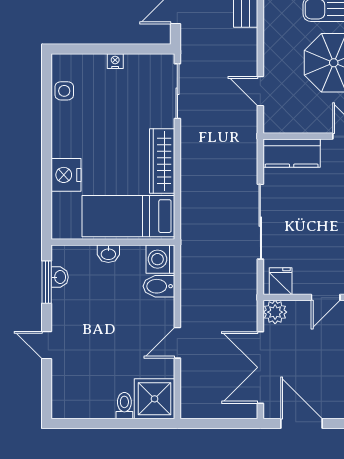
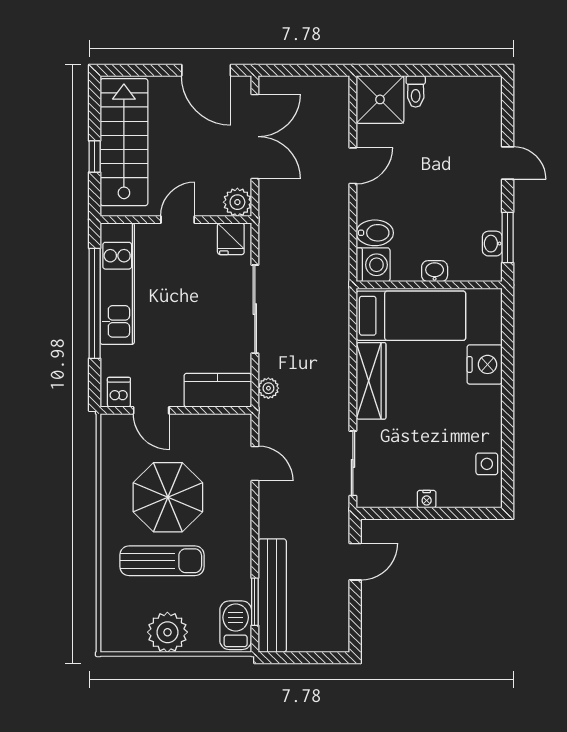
plant: (249, 155) -> (268, 388), added

